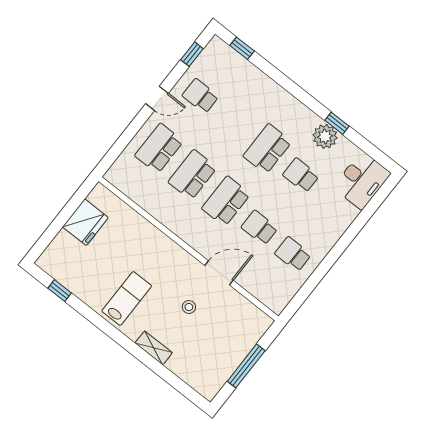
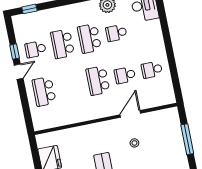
window: (192, 54) -> (15, 52), moved
school desk: (193, 175) -> (62, 44), moved

